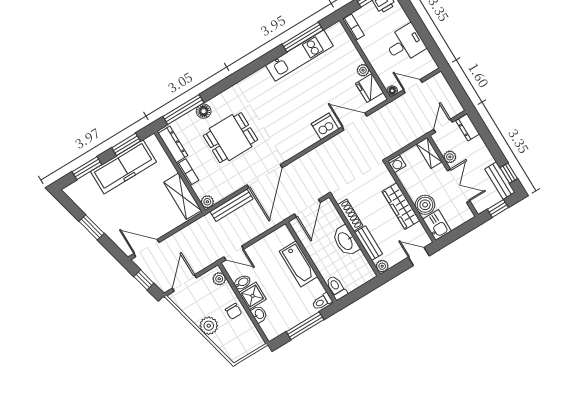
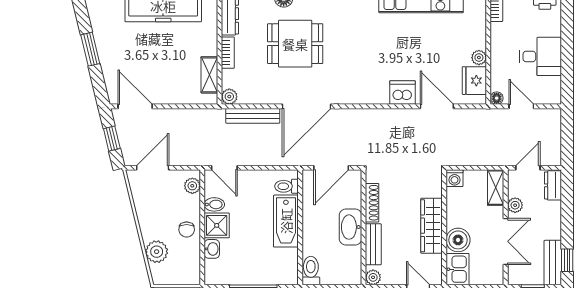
shelving: (183, 196) -> (209, 75), width x0.67, depth x0.75
toilet: (322, 302) -> (287, 186), moved
plant: (209, 326) -> (157, 252), moved

